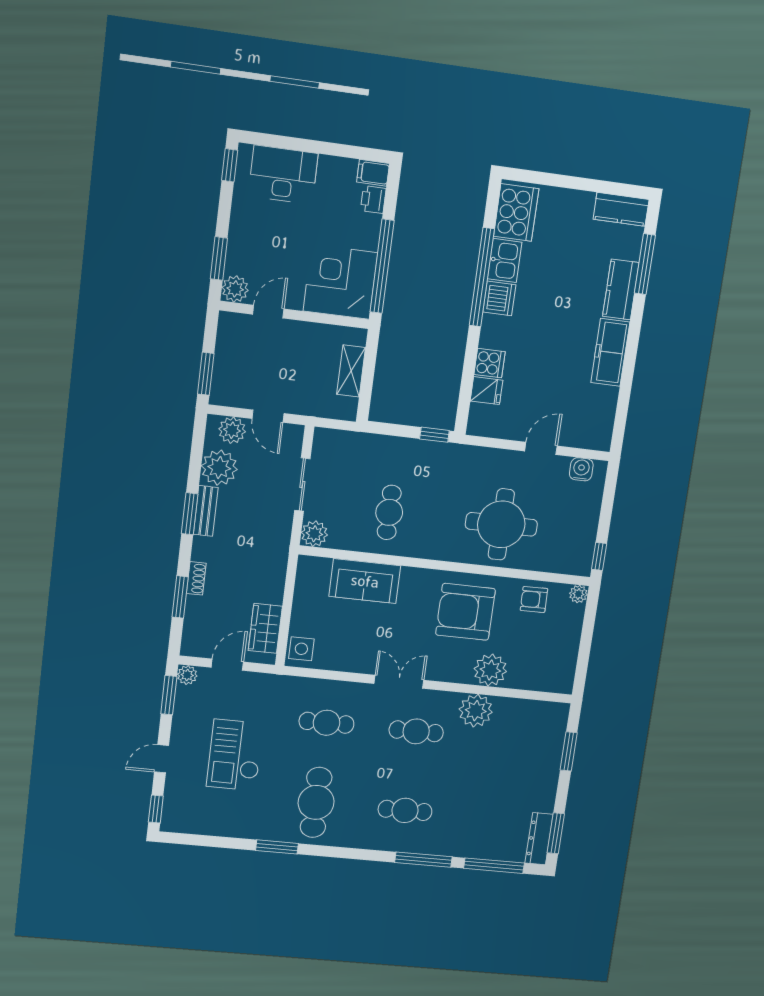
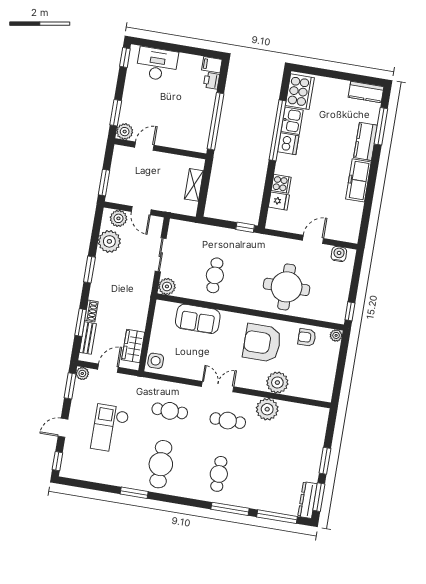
corner desk: (340, 282) -> (189, 130), removed
bench: (206, 511) -> (88, 338), moved
window: (569, 751) -> (325, 461), moved
cafe table: (405, 810) -> (219, 474), turned 90

